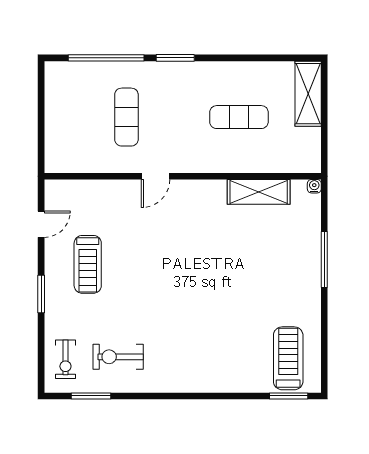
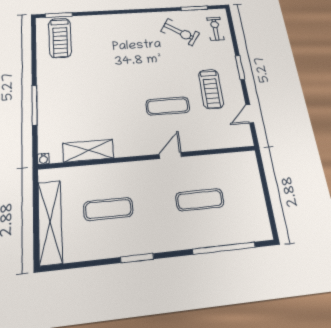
window: (175, 58) -> (137, 258), moved
shelving: (308, 94) -> (50, 222), width x1.47
exercise mat: (126, 117) -> (200, 200), turned 90
exercise mat: (150, 244) -> (168, 106), added
treadmill: (88, 264) -> (211, 89), turned 180
exercise bike: (118, 357) -> (180, 32), turned 33

